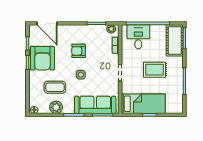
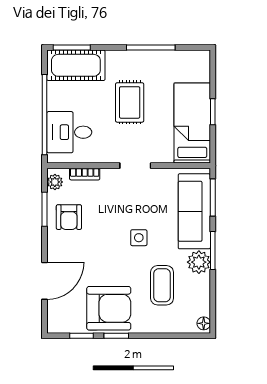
door: (47, 23) -> (45, 281), moved
armchair: (79, 51) -> (69, 217), moved
plant: (56, 107) -> (199, 262), moved

